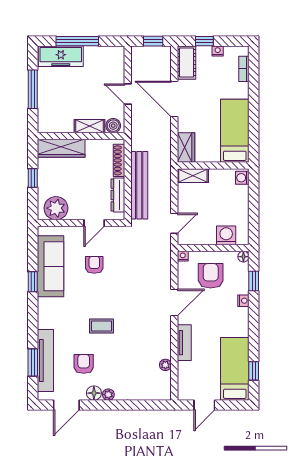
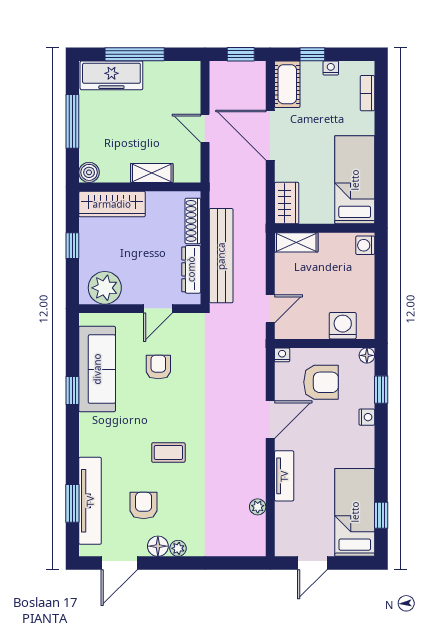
boiler: (113, 126) -> (89, 172), moved
armchair: (211, 276) -> (321, 382), turned 90

